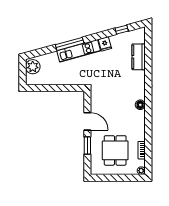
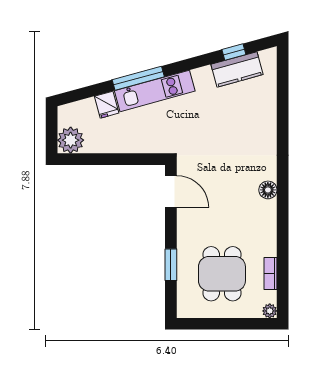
fridge: (105, 44) -> (107, 105), moved
kitchen counter: (139, 57) -> (237, 69), moved, turned -105
plant: (33, 67) -> (71, 140), moved
door: (87, 121) -> (171, 192), moved

